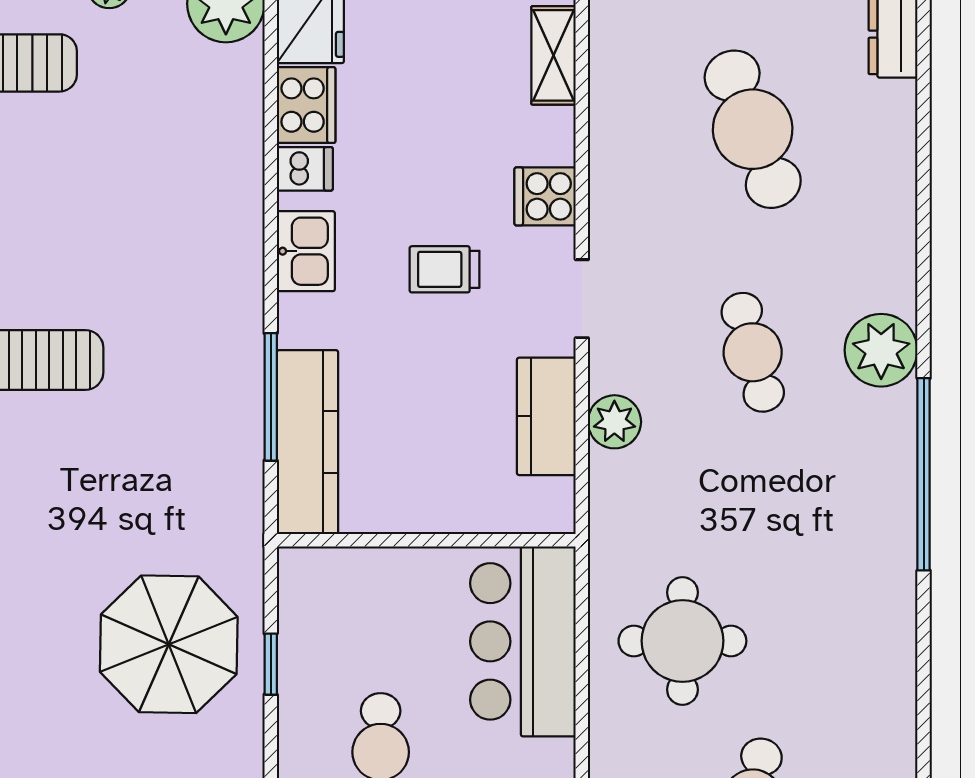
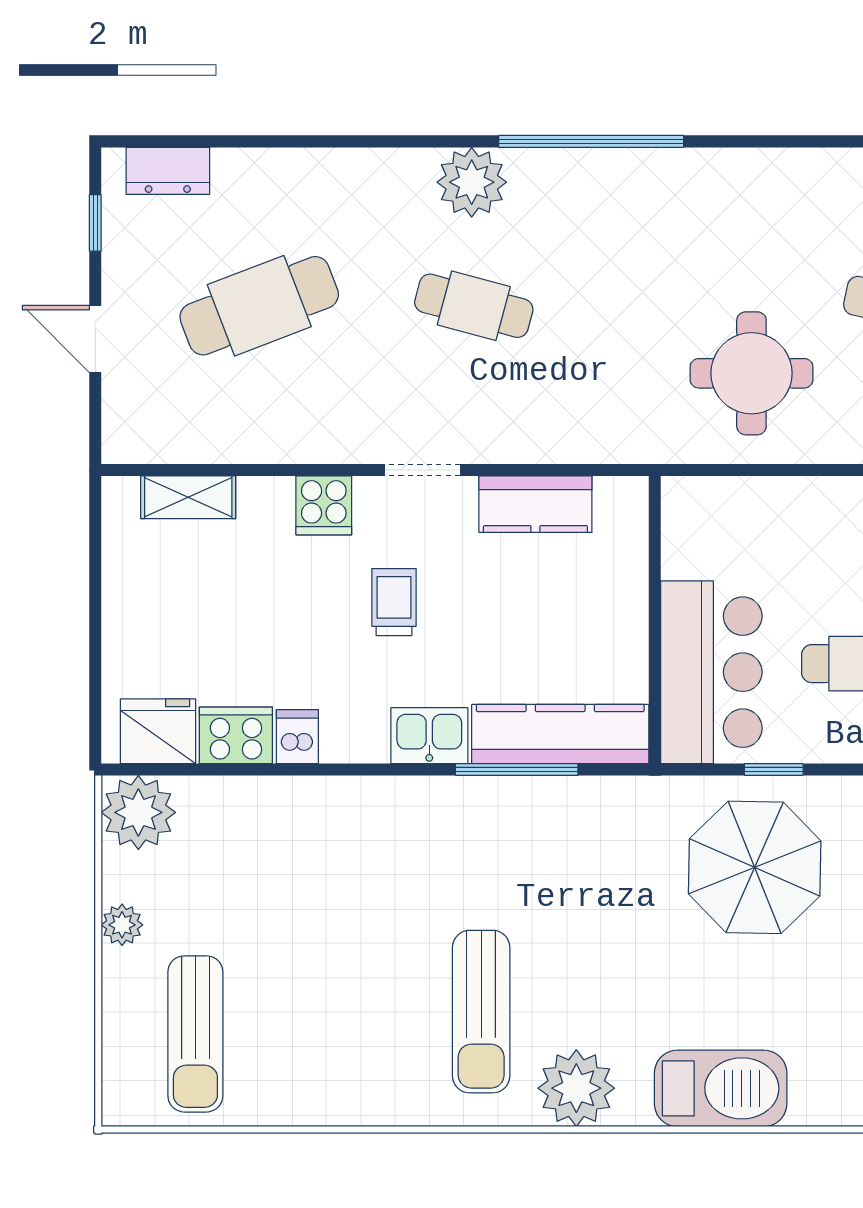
kitchen sink: (306, 251) -> (429, 736), moved
trolley: (445, 269) -> (394, 602), turned 180
cafe table: (753, 352) -> (474, 306), turned 30
plant: (614, 422) -> (541, 439), removed
bar counter: (523, 641) -> (711, 672), moved, turned -90

